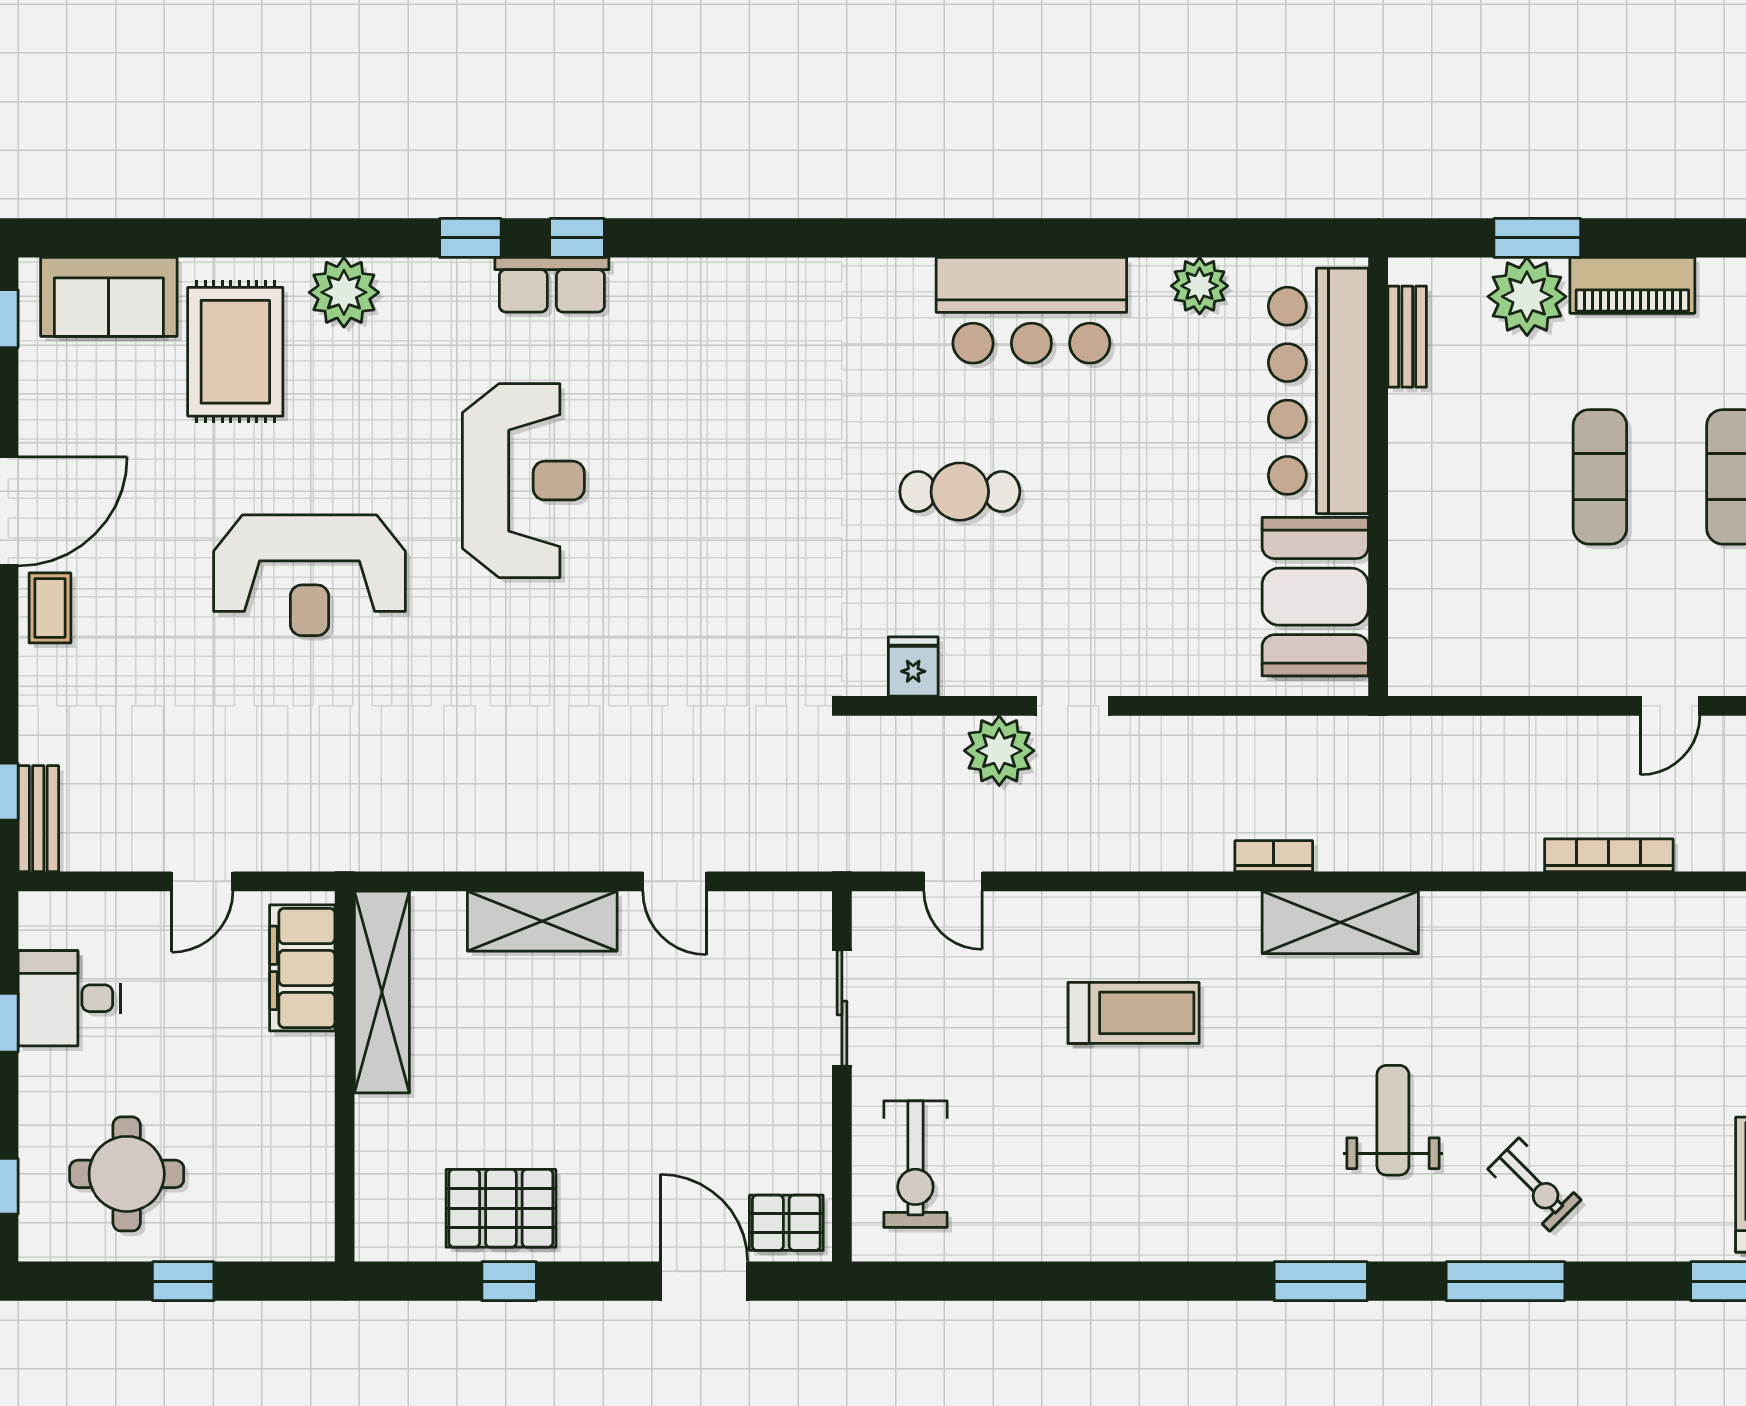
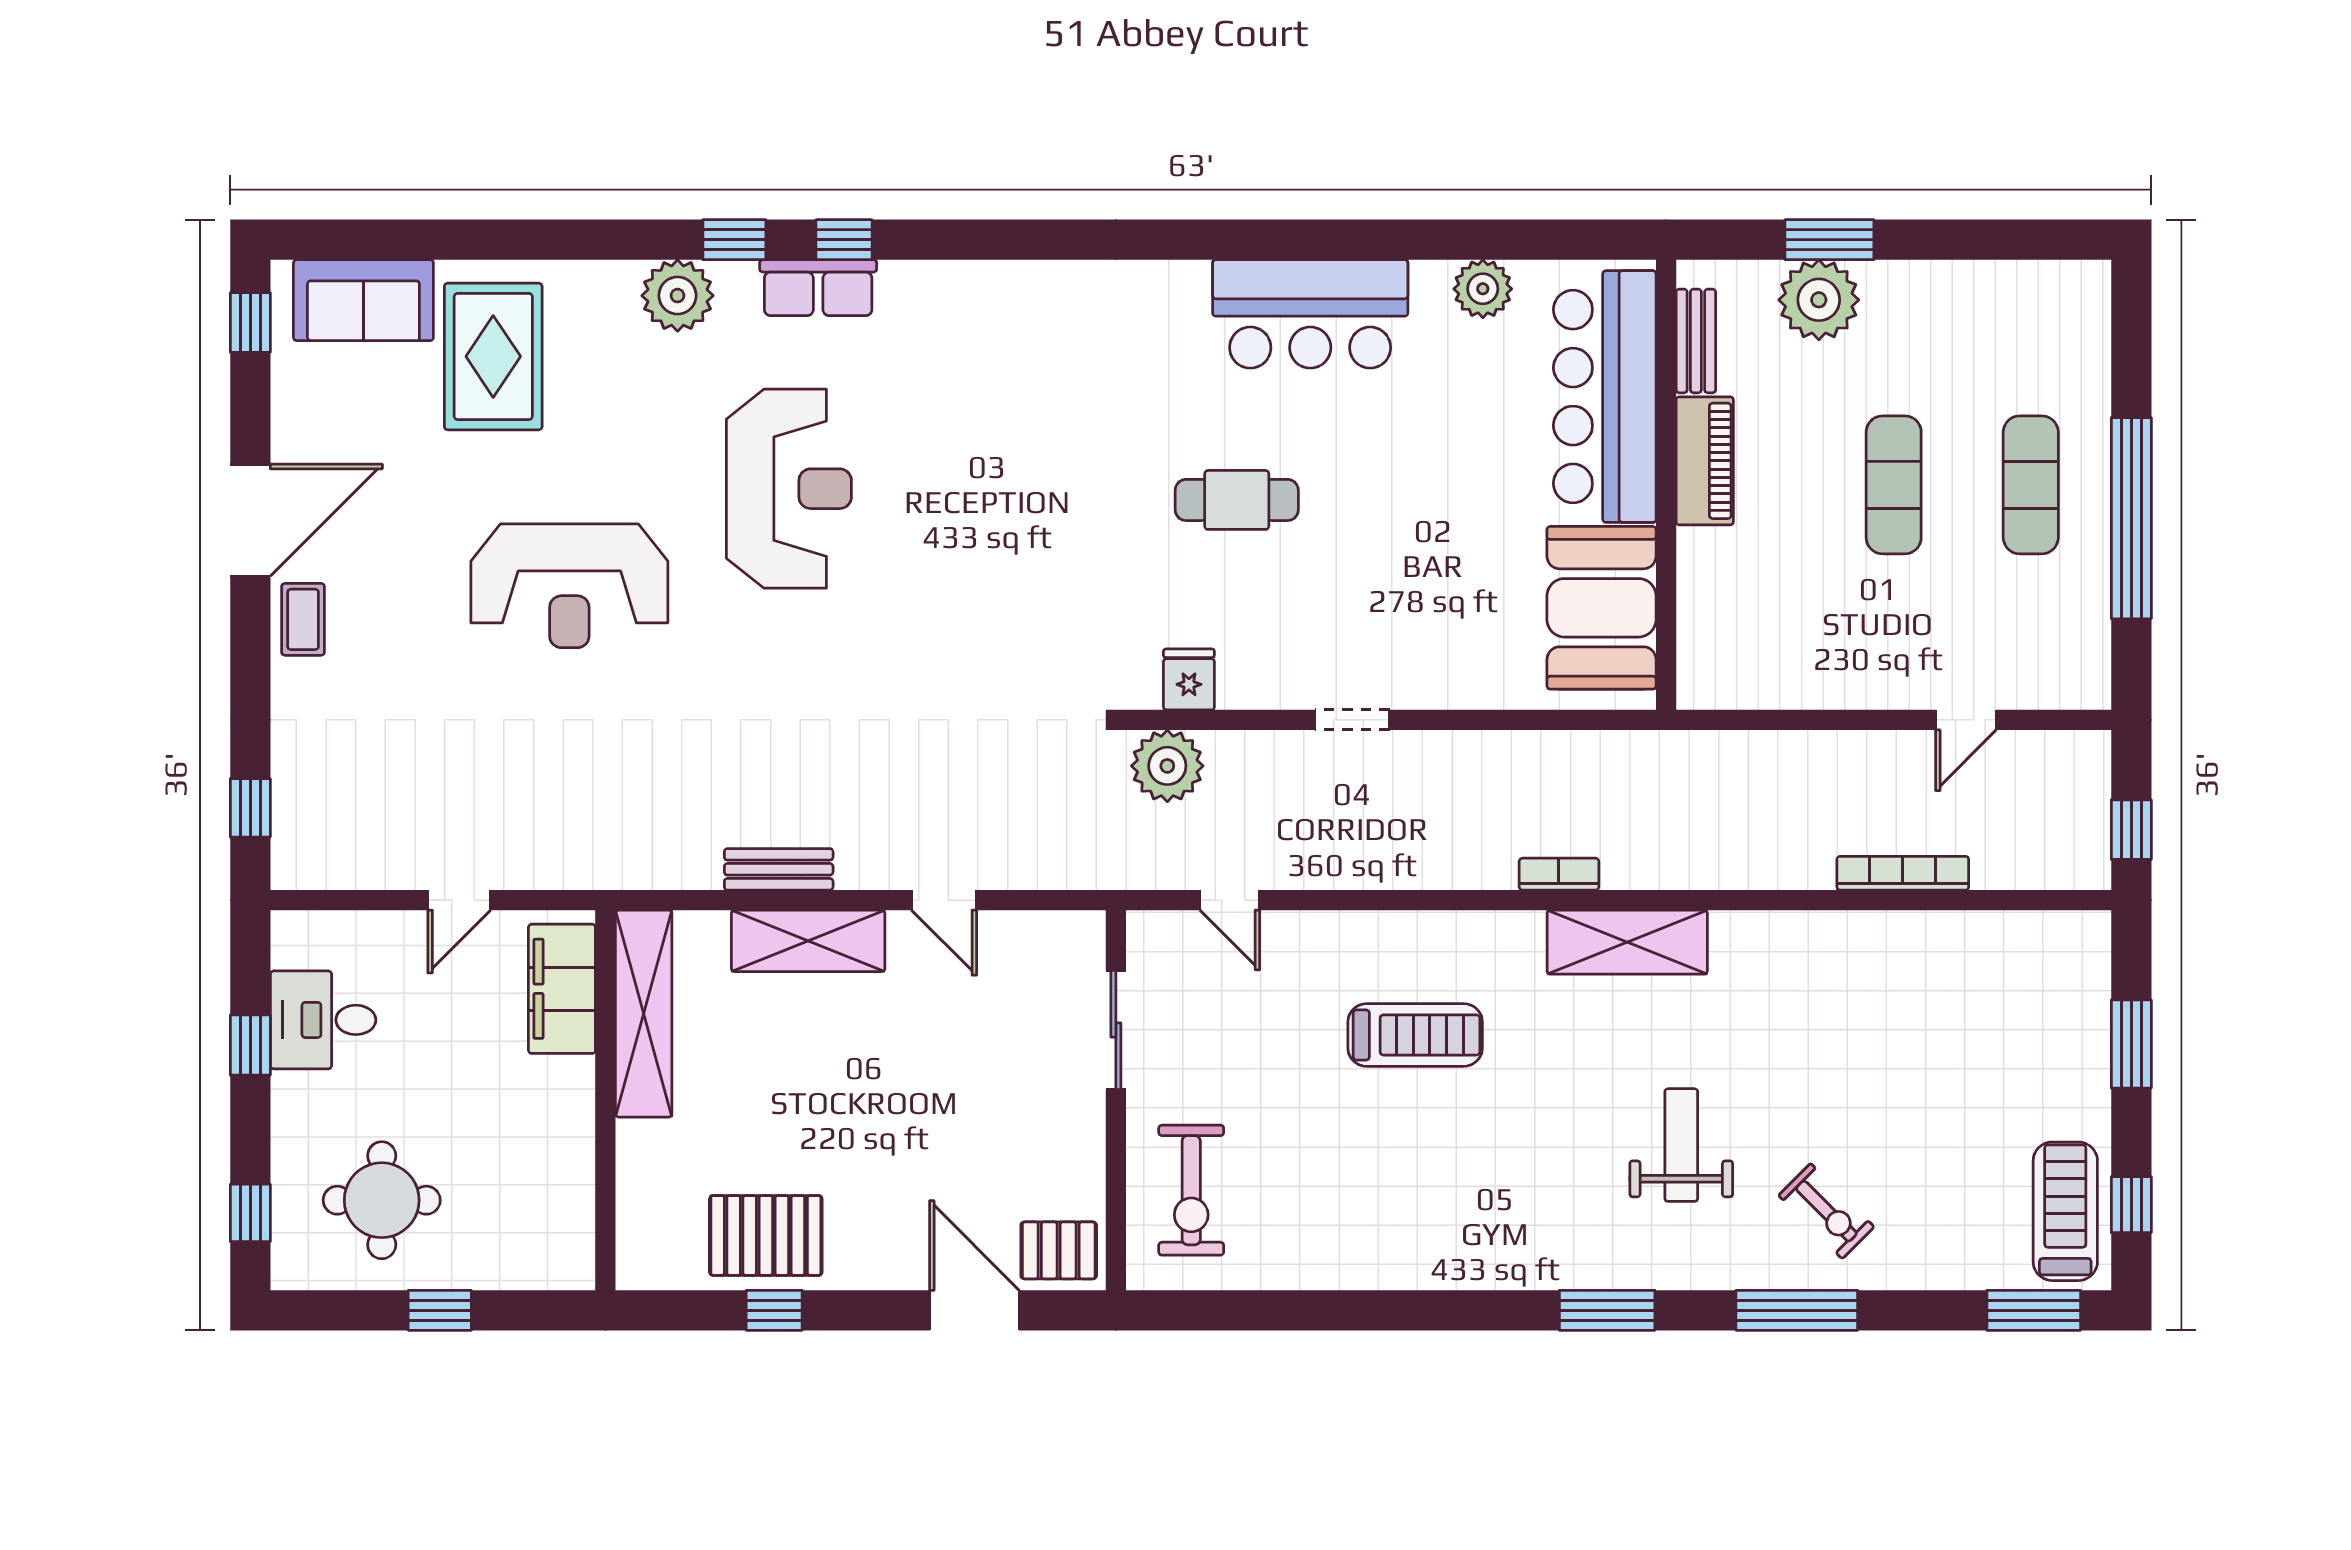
piano: (1632, 285) -> (1705, 461), moved, turned -90
plant: (344, 292) -> (678, 296), moved
plant: (999, 751) -> (1167, 766), moved
bench: (38, 819) -> (779, 869), moved, turned 90

